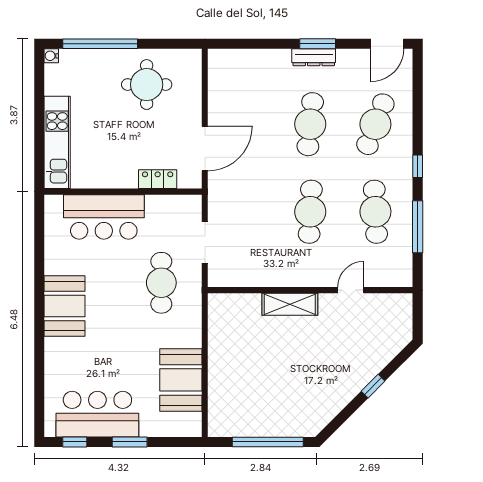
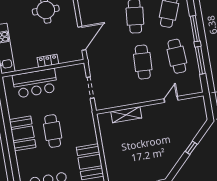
window: (418, 166) -> (195, 29), width x2.17
locker: (158, 179) -> (48, 61), moved
cafe table: (161, 283) -> (53, 131), moved
shelving: (290, 304) -> (126, 115), moved

